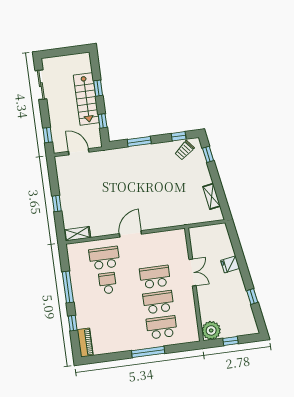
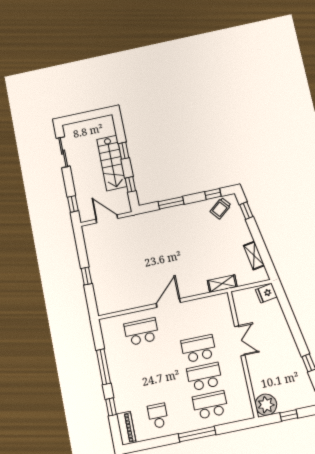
shelving: (77, 234) -> (222, 284), moved
fridge: (230, 264) -> (266, 293), moved
school desk: (108, 283) -> (158, 416), moved

